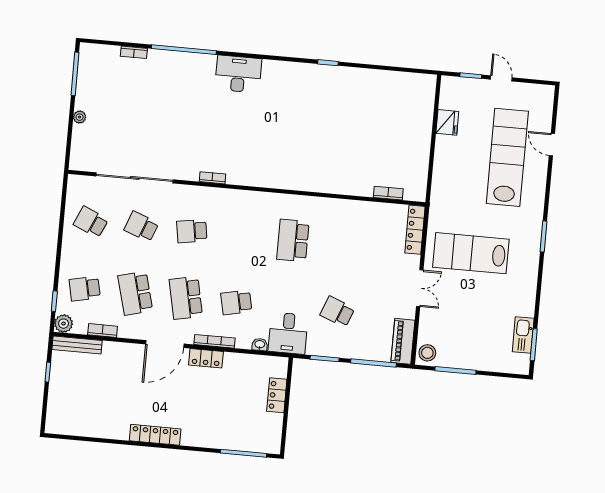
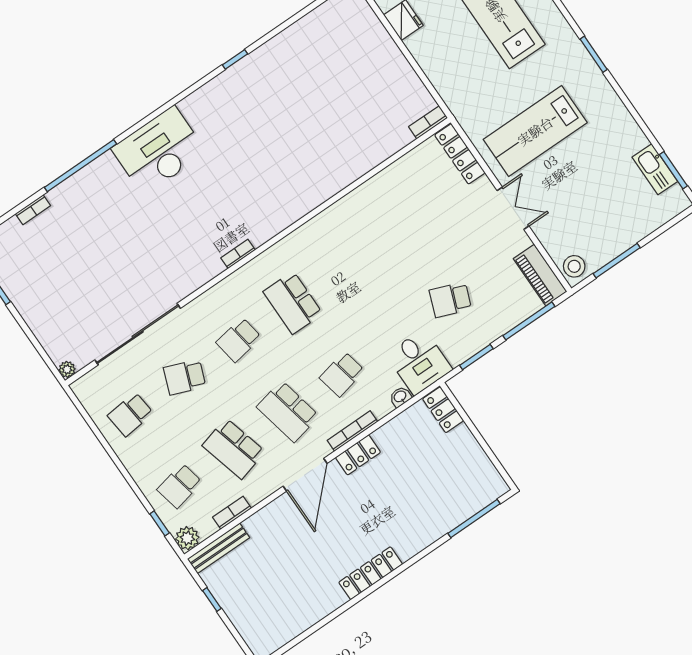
desk: (238, 74) -> (159, 150), width x1.36, depth x1.30
plant: (80, 117) -> (67, 369), moved
bookcase: (213, 178) -> (238, 254), moved
bookcase: (388, 193) -> (428, 122), moved
school desk: (91, 222) -> (130, 414), turned -30
school desk: (293, 240) -> (293, 303), moved
locker: (277, 395) -> (443, 410), moved

